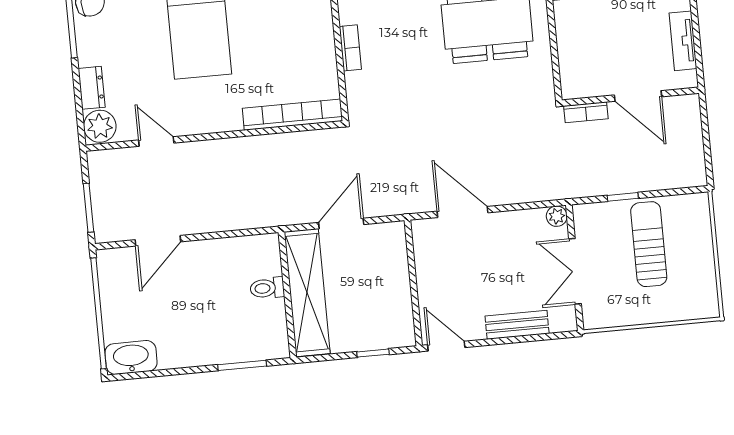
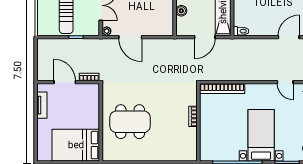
door: (462, 212) -> (130, 37), moved
boiler: (398, 276) -> (181, 11), added
toilet: (267, 288) -> (241, 31), moved

